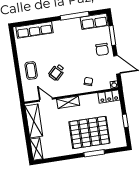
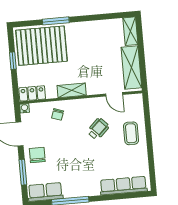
shelving: (68, 102) -> (72, 90), moved
pallet: (89, 132) -> (41, 46), moved

